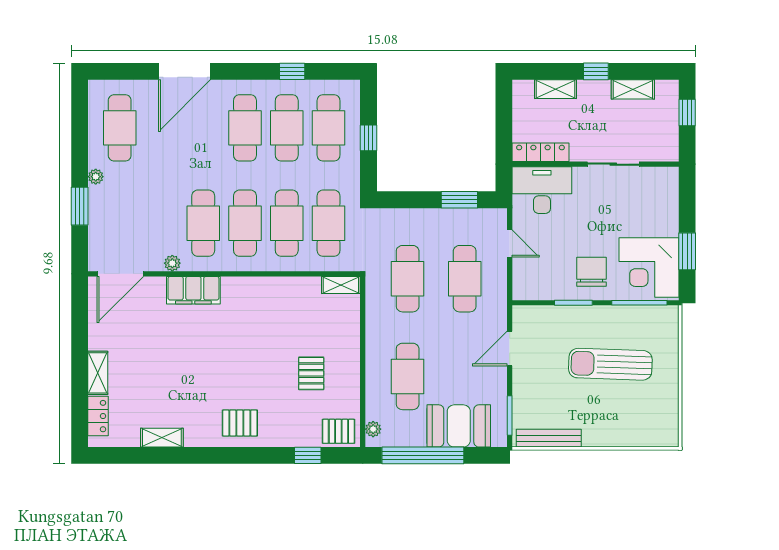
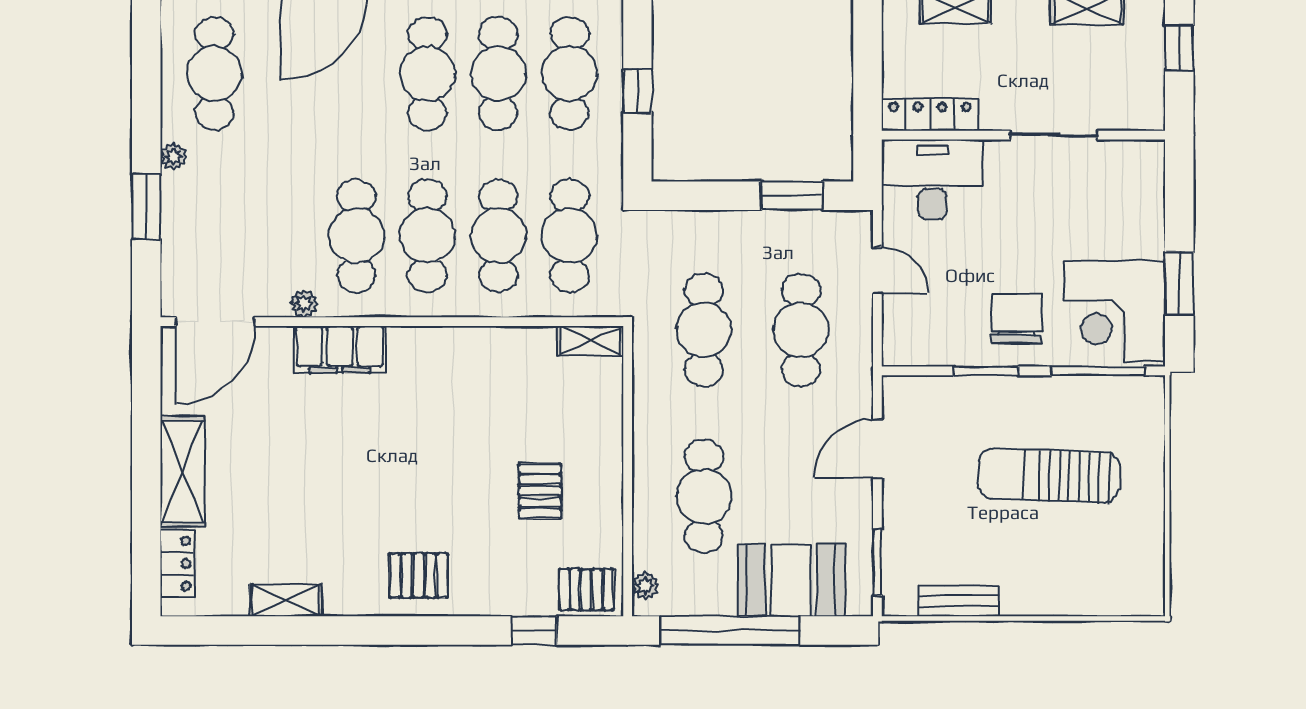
shelving: (98, 373) -> (183, 472), width x1.50, depth x1.33
bench: (549, 438) -> (959, 601), width x0.73

